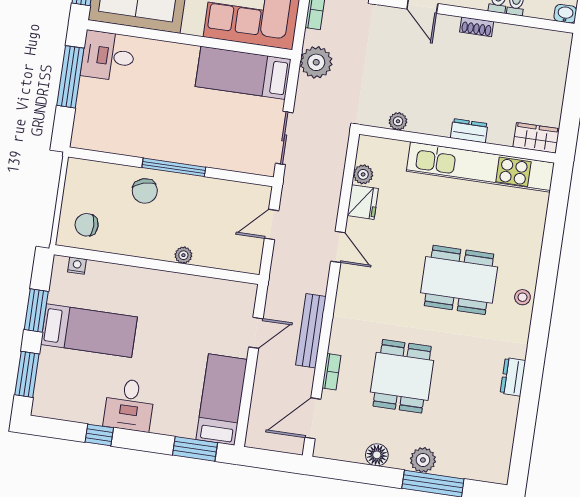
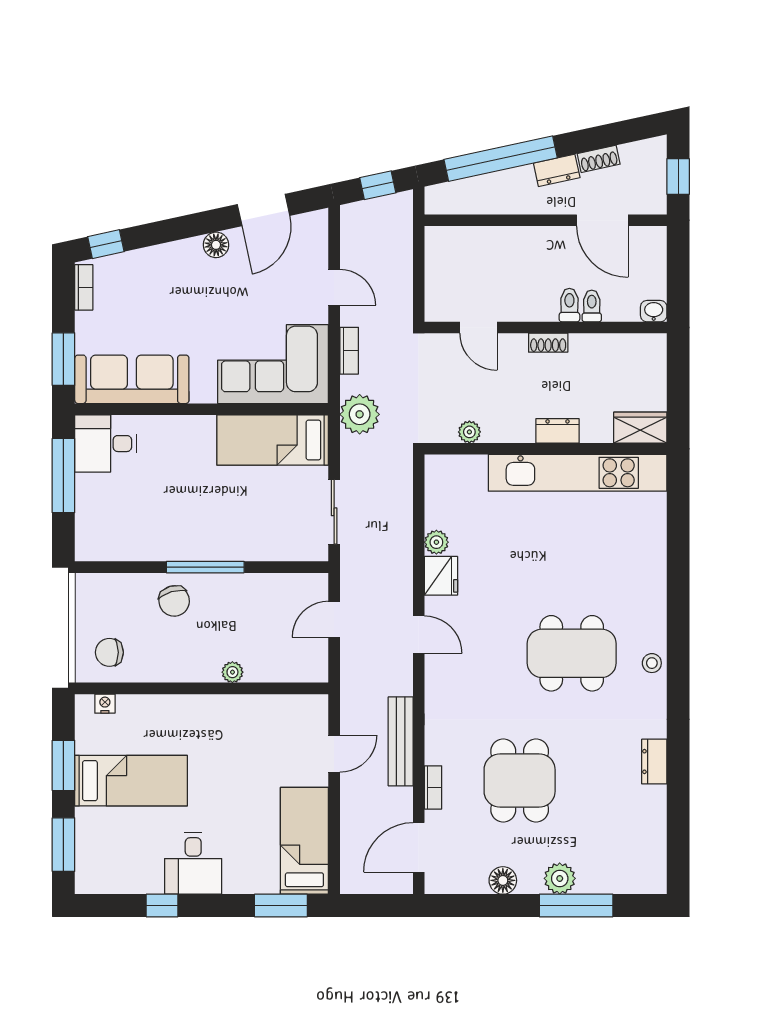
plant: (398, 121) -> (469, 432), moved
dresser: (469, 131) -> (558, 431), moved
wardrobe: (536, 138) -> (640, 428), moved
wall: (457, 144) -> (546, 449), moved
kitchen unit: (480, 167) -> (578, 473), moved

